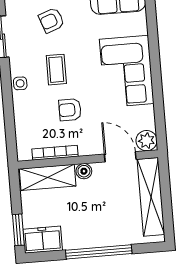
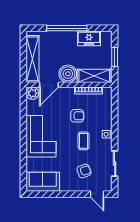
door: (120, 157) -> (49, 85), hinge flipped
boiler: (84, 171) -> (68, 74), width x1.86, depth x1.86
window: (18, 230) -> (115, 57), moved
freezer: (43, 240) -> (89, 38), moved

